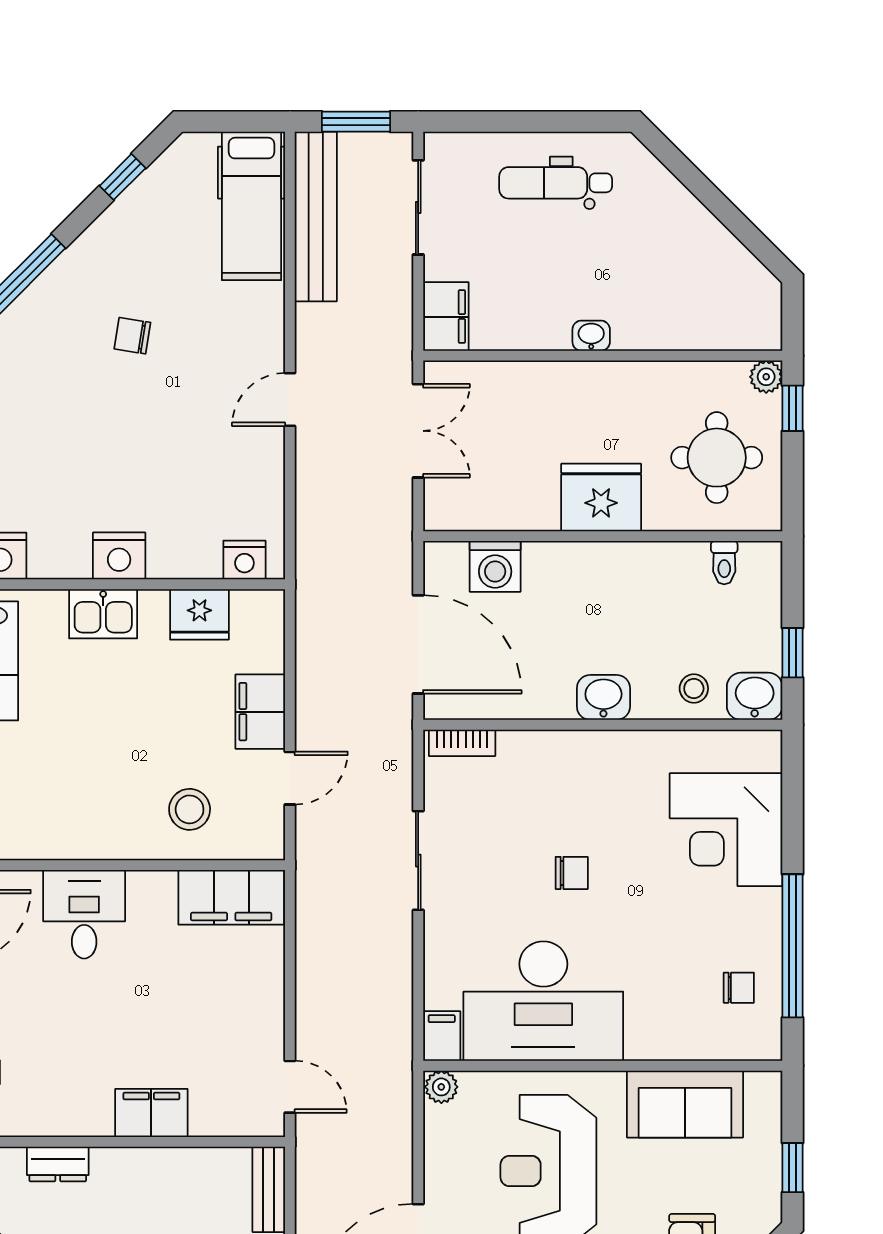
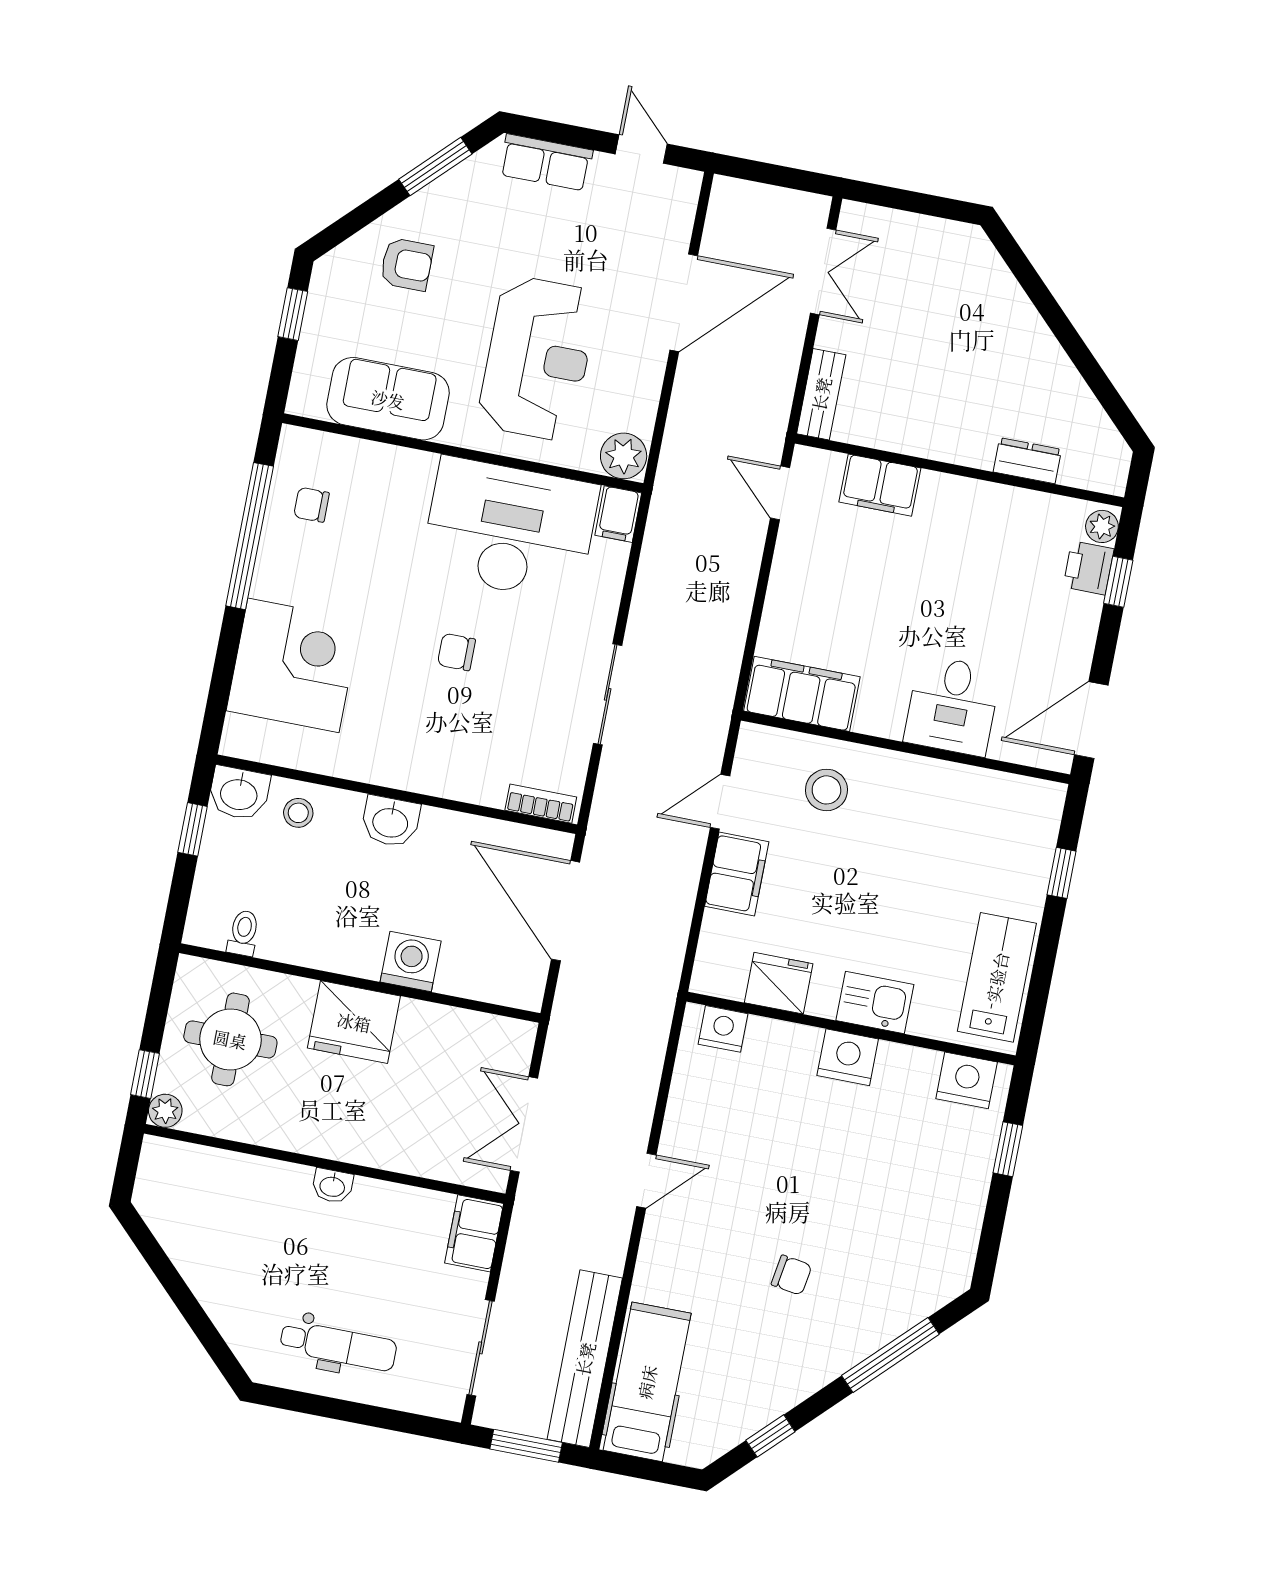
washing machine: (495, 566) -> (411, 961), moved
plant: (441, 1087) -> (624, 456), width x1.38, depth x1.38
filing cabinet: (151, 1113) -> (880, 485), moved

